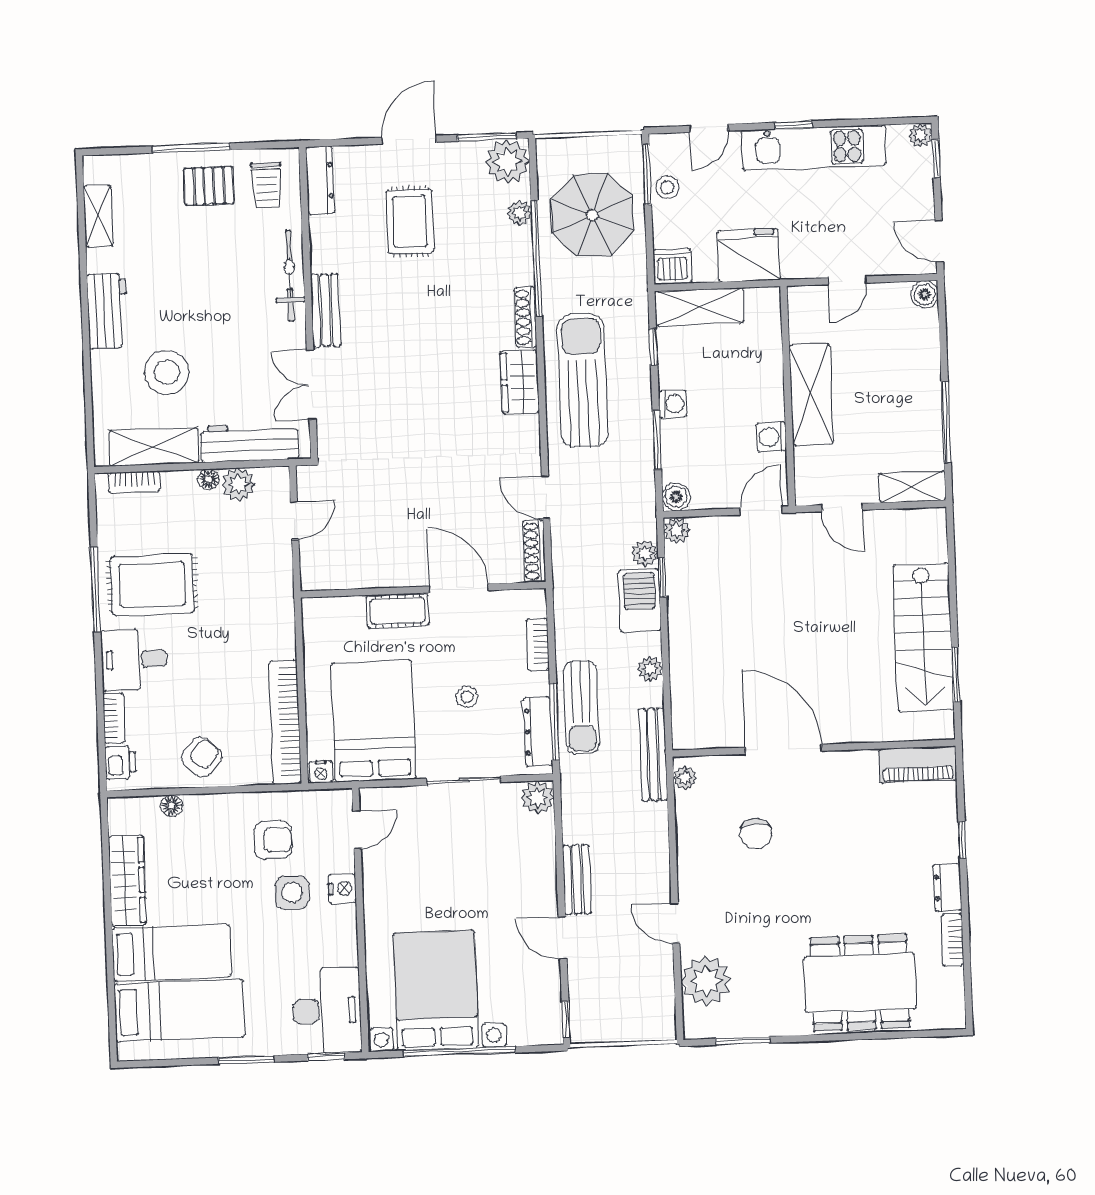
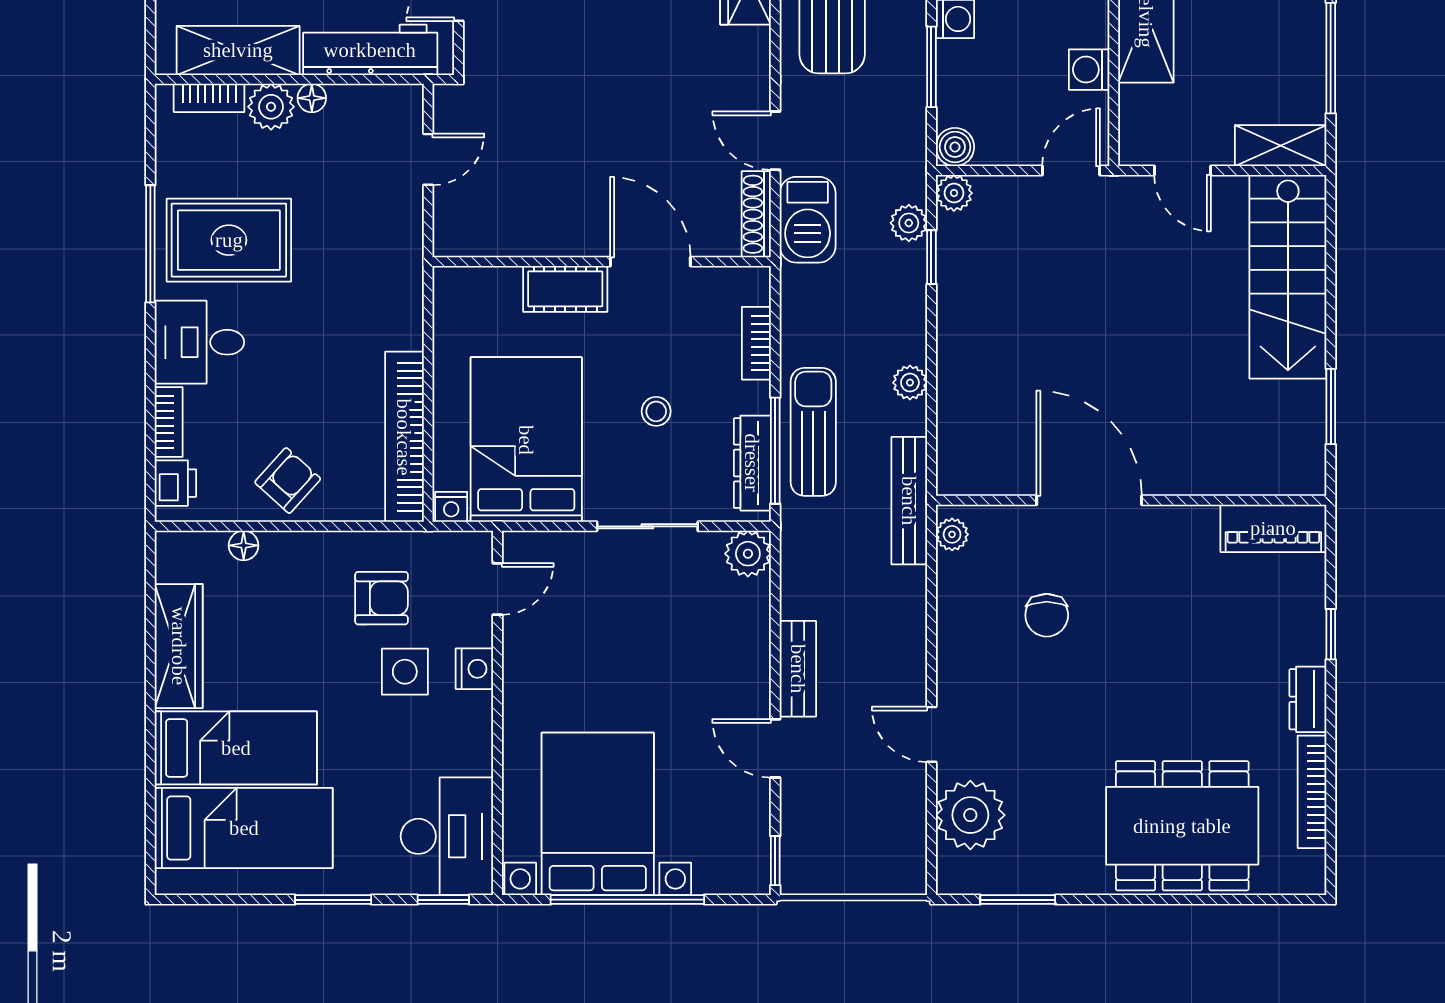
plant: (238, 484) -> (271, 107), moved
barbecue: (640, 600) -> (808, 220), moved, turned 180
stairs: (923, 637) -> (1288, 277), moved
sun lounger: (581, 707) -> (813, 432), turned 180
bookcase: (952, 940) -> (1312, 792), width x1.56

